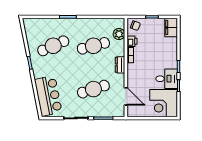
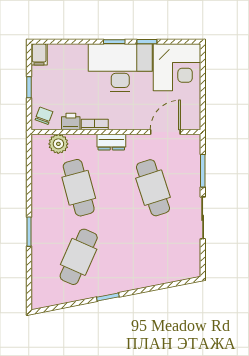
filing cabinet: (171, 27) -> (39, 54), width x0.50
cafe table: (53, 46) -> (79, 257), turned 48
desk: (167, 79) -> (120, 67), width x1.87, depth x1.30
bar counter: (48, 96) -> (165, 265), removed

